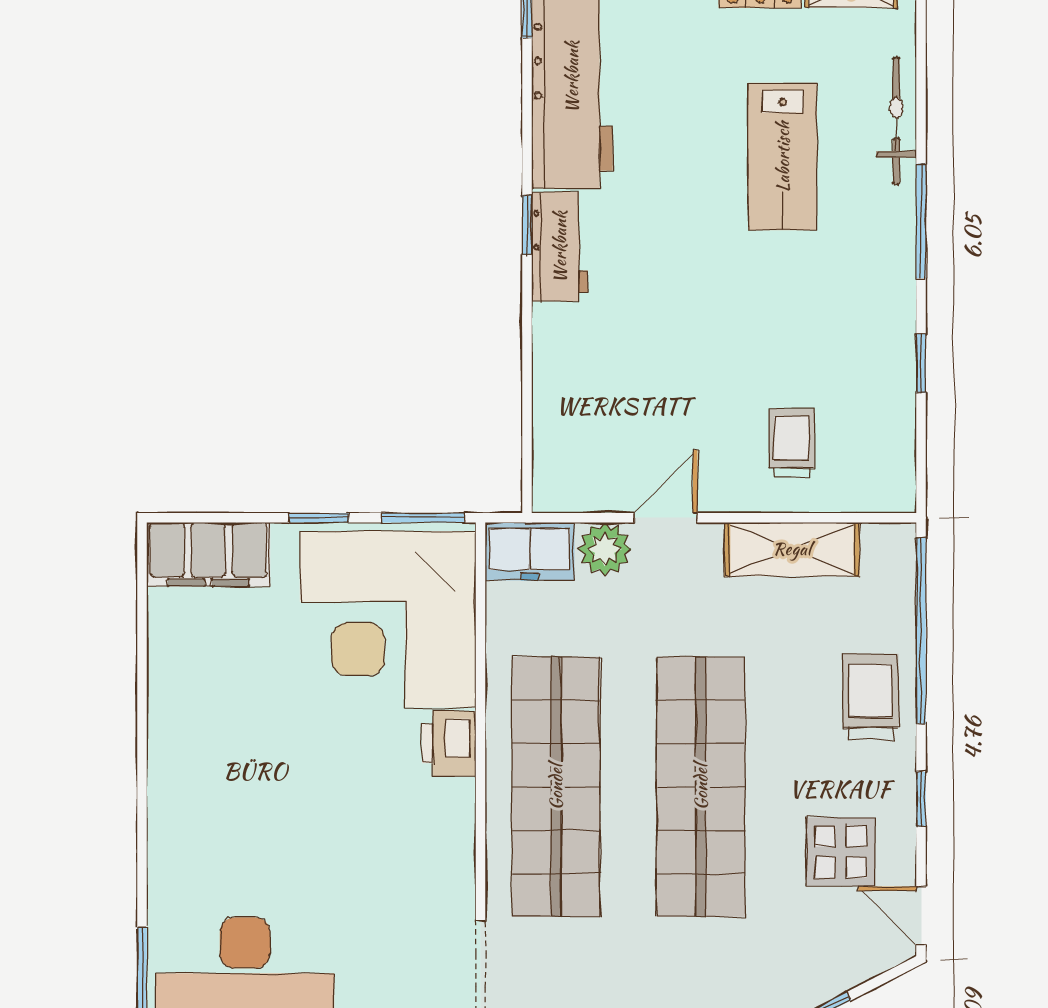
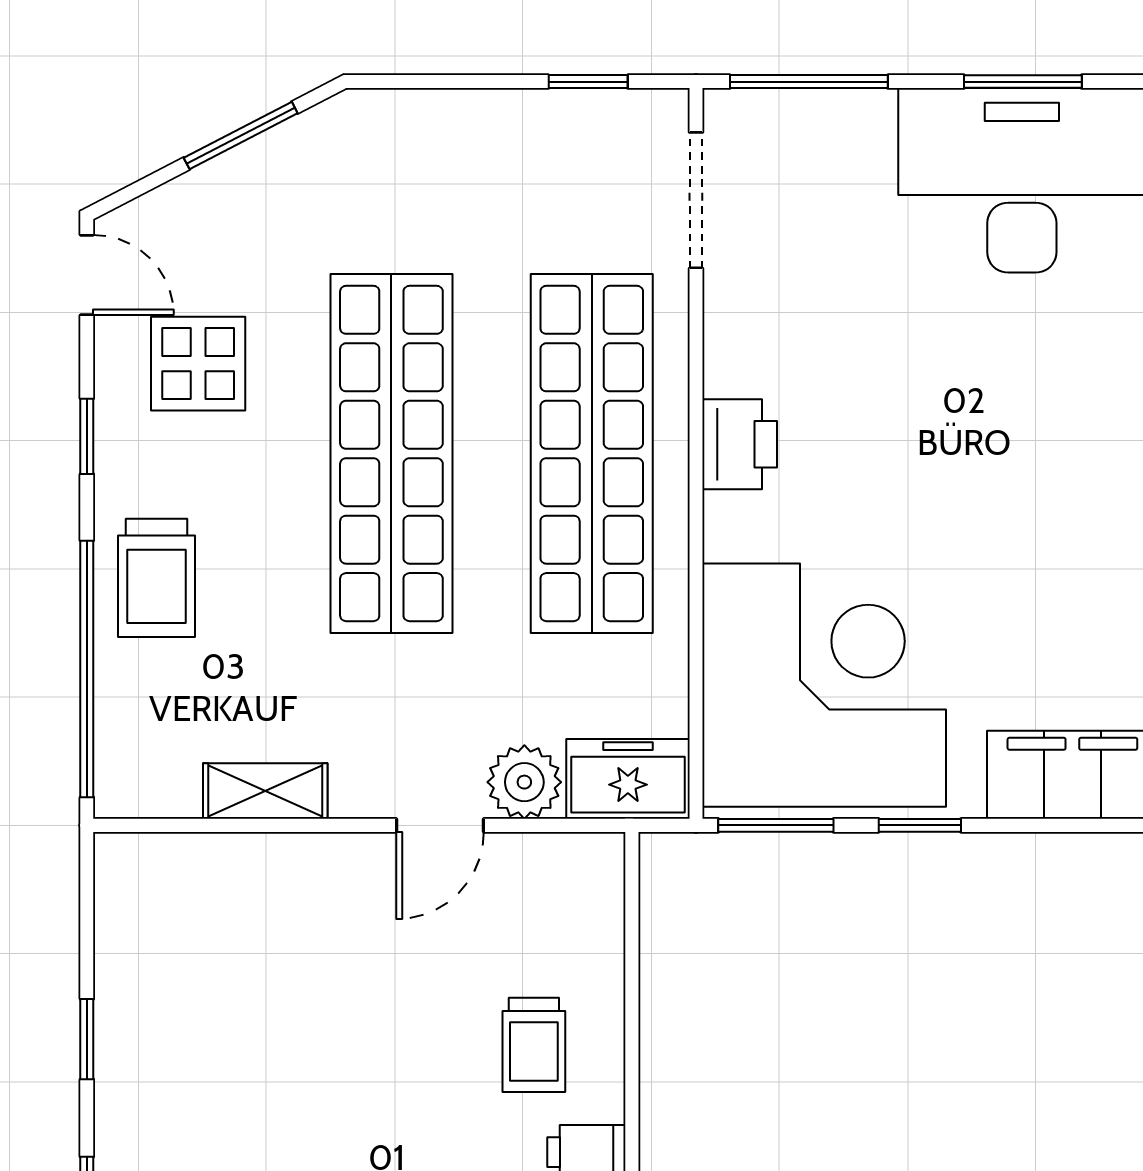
trolley: (791, 443) -> (534, 1045), moved
shelving: (792, 549) -> (265, 791), width x0.67, depth x0.75
printer: (449, 744) -> (740, 444), moved

